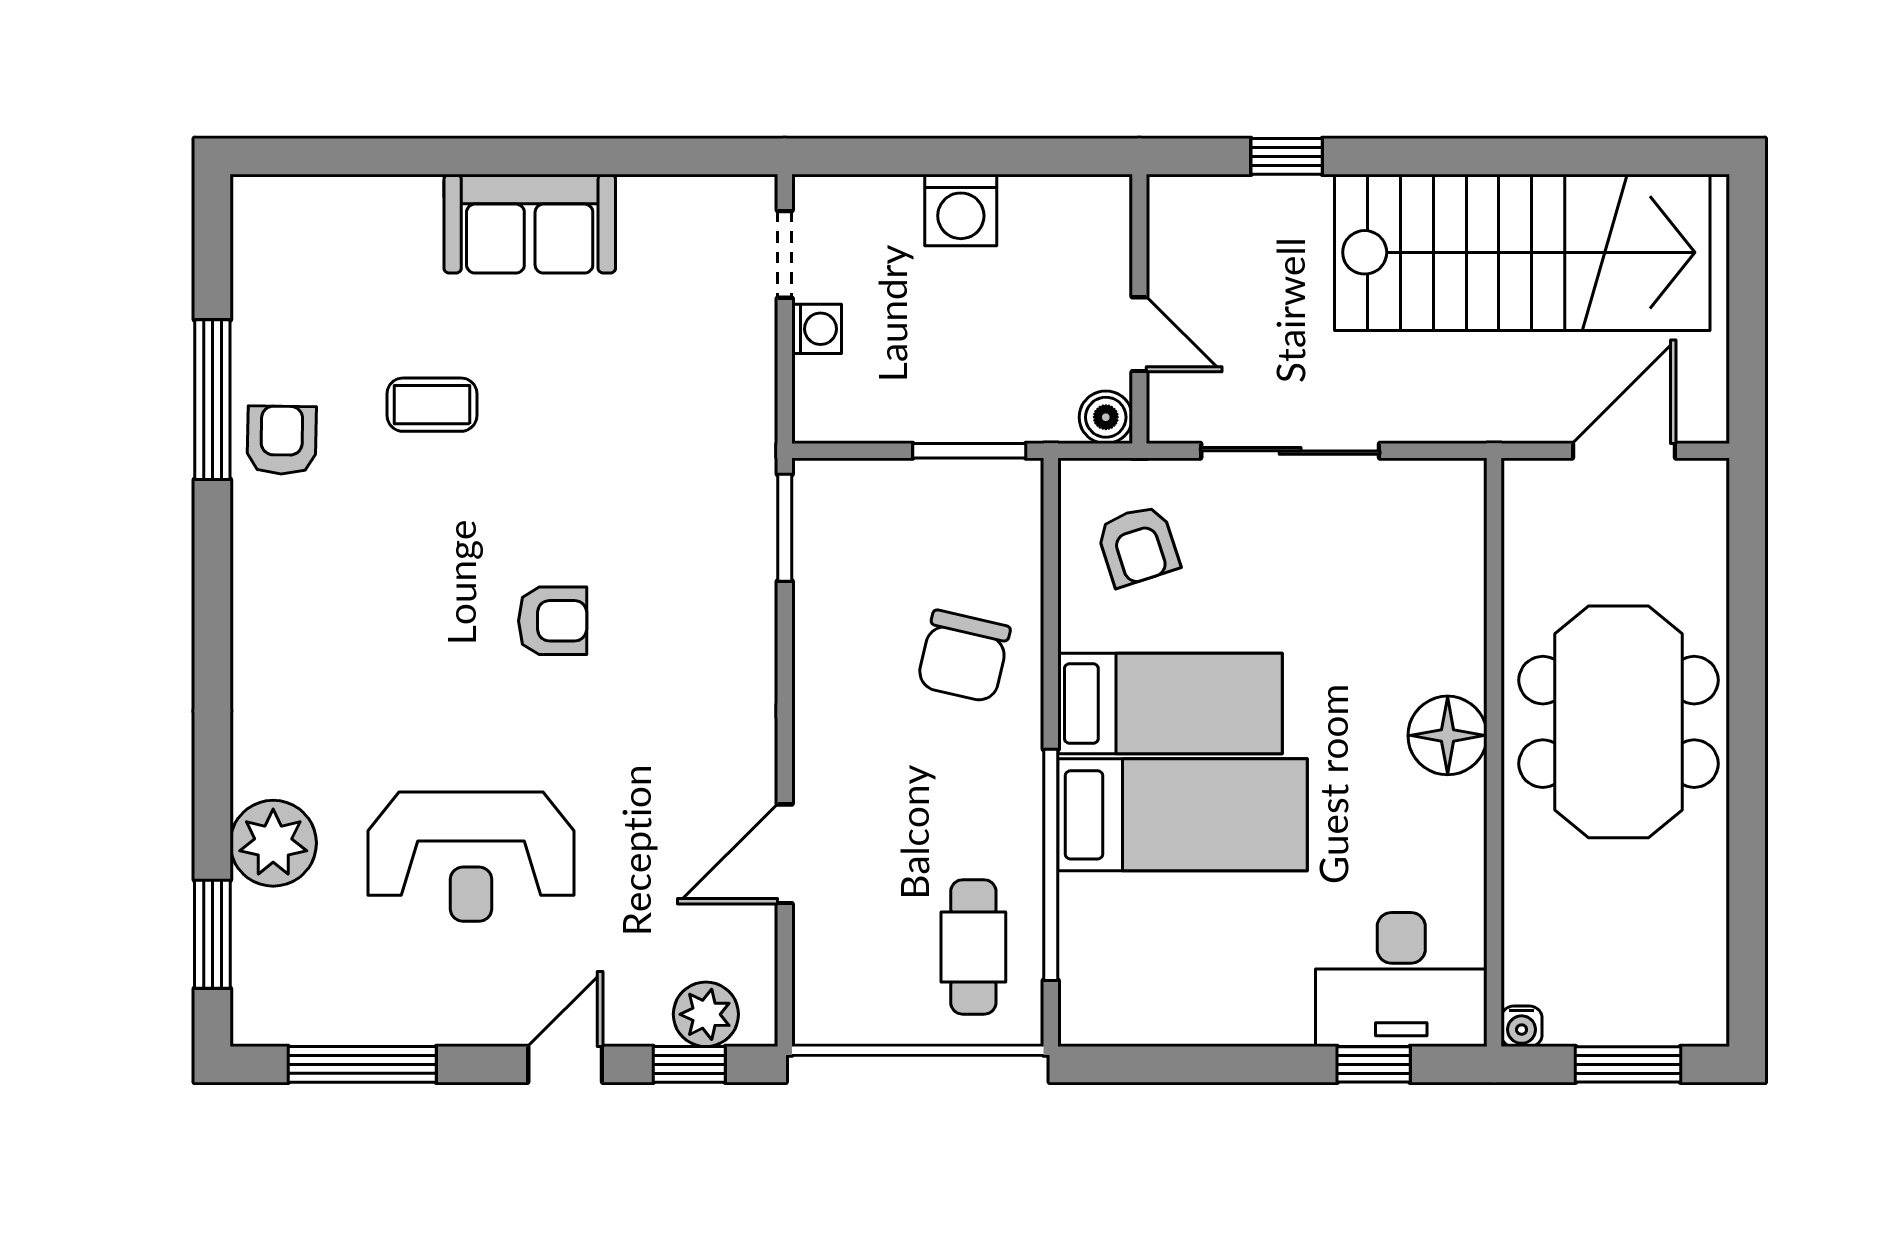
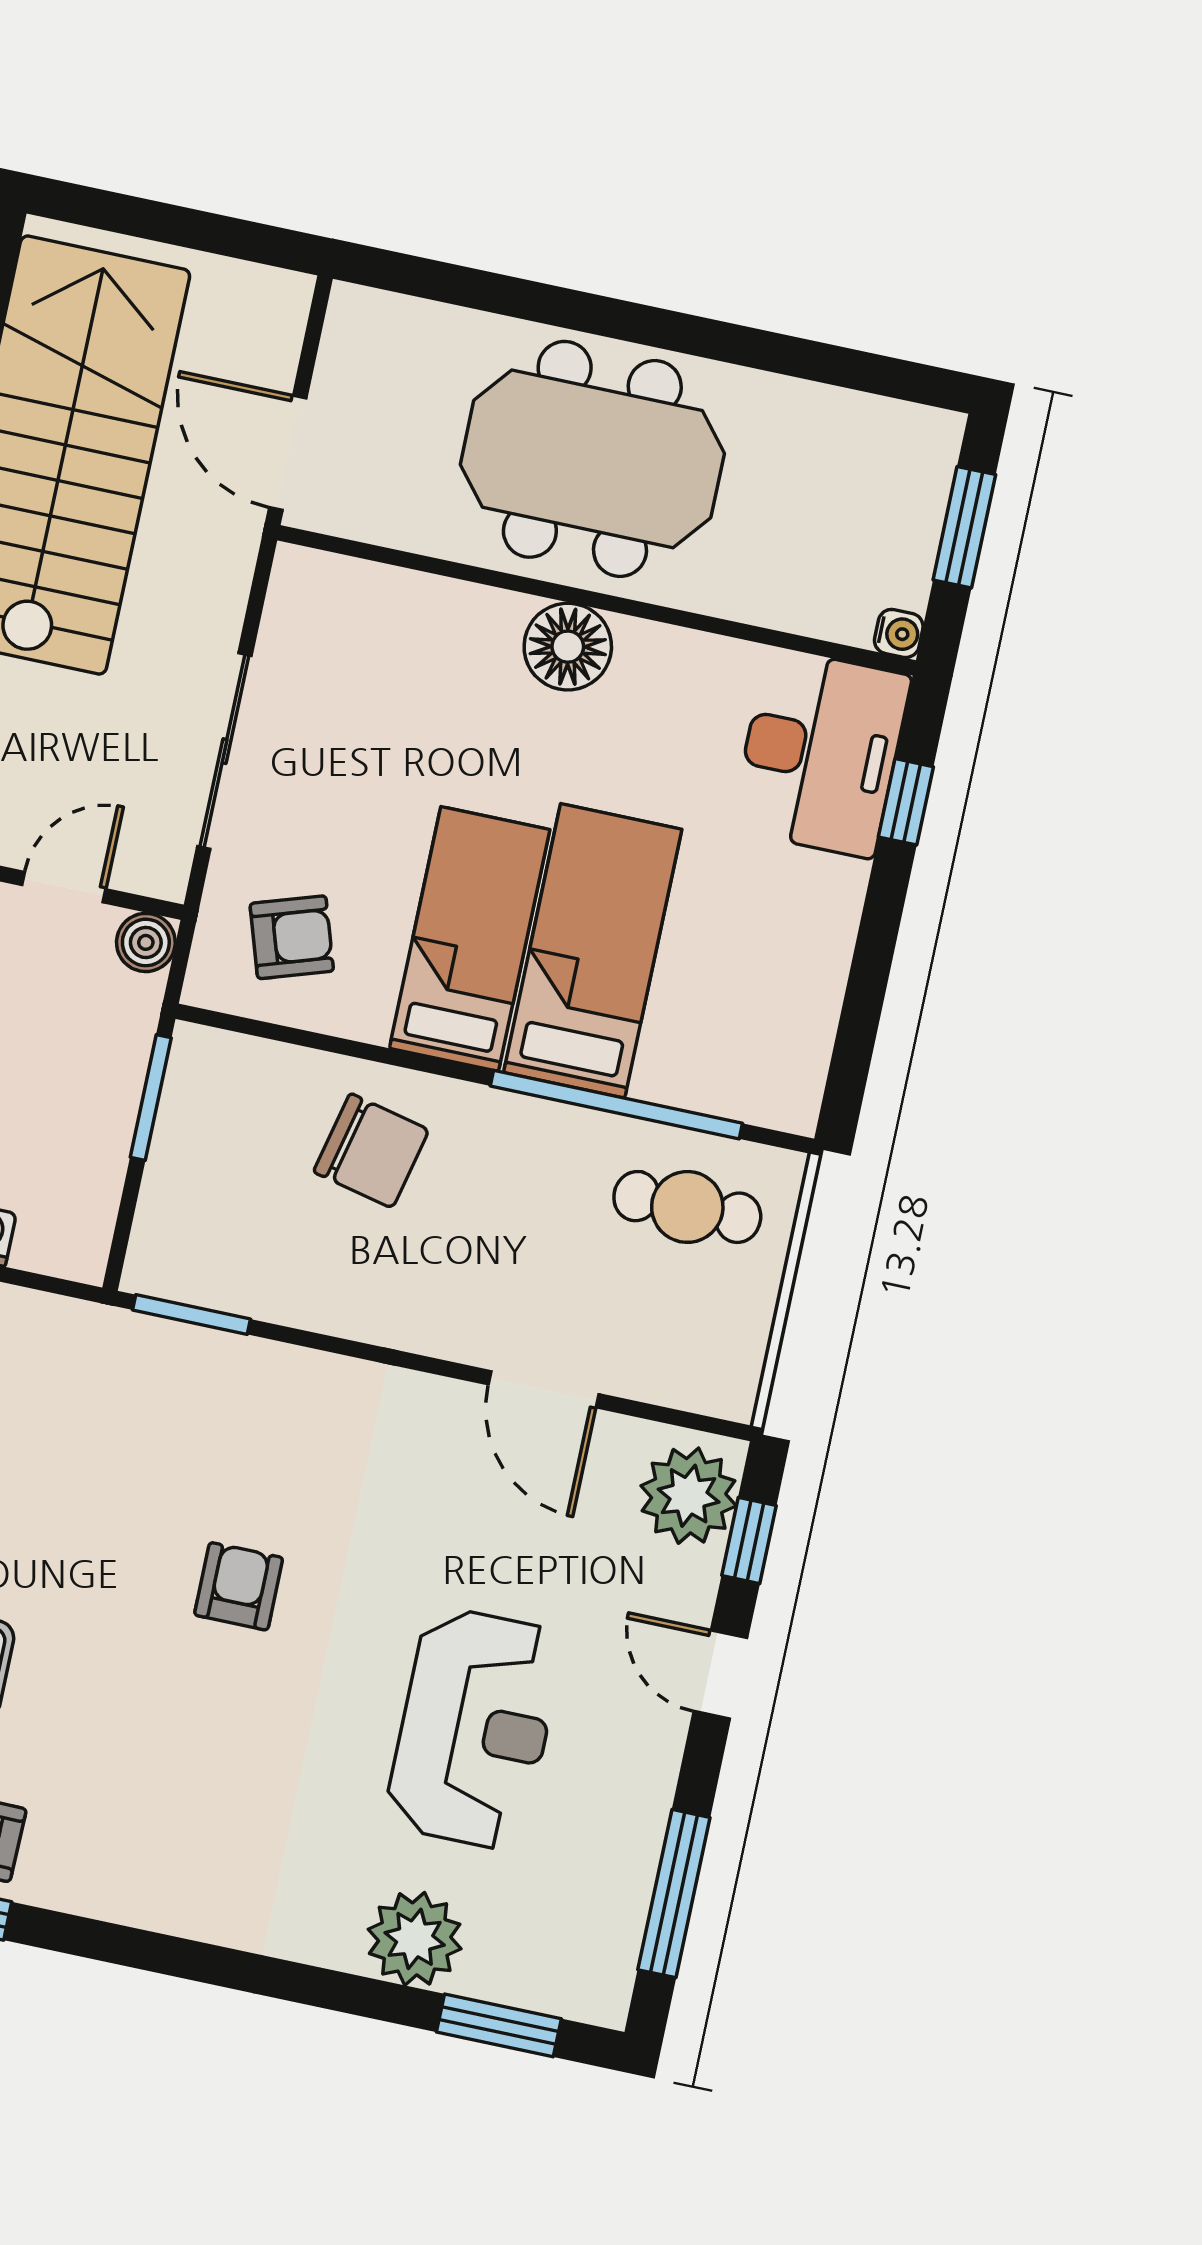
door: (1624, 451) -> (288, 453), moved
plant: (706, 1014) -> (689, 1496), width x1.36, depth x1.36

